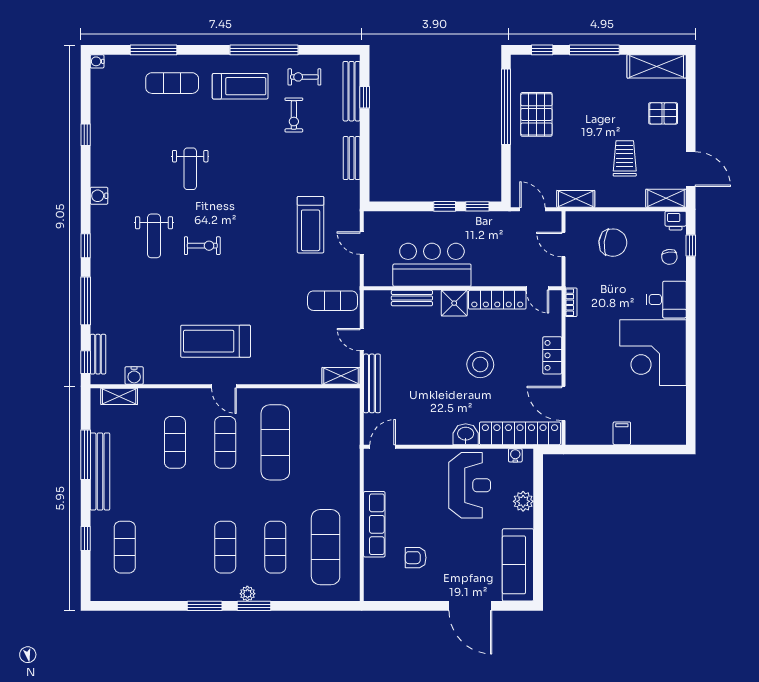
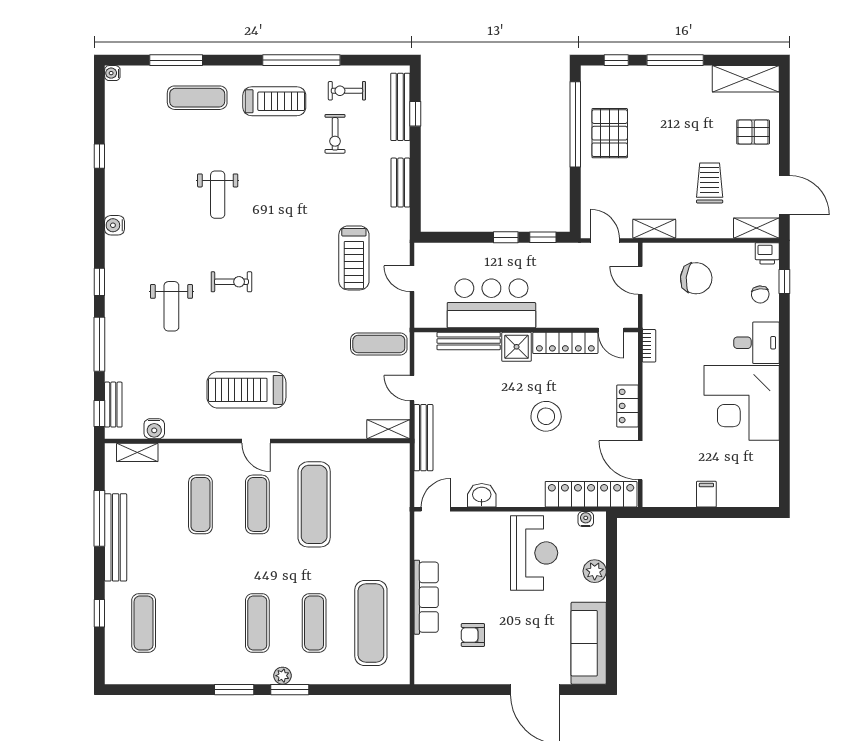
weight bench: (154, 236) -> (171, 306), moved
bench: (412, 298) -> (469, 341), width x1.36
washbasin: (466, 434) -> (482, 495), moved

